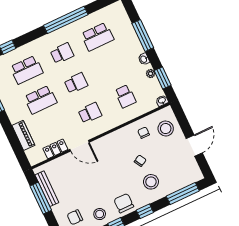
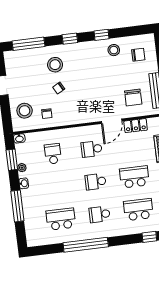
door: (80, 146) -> (112, 121), swing flipped
chair: (124, 203) -> (133, 97), moved

